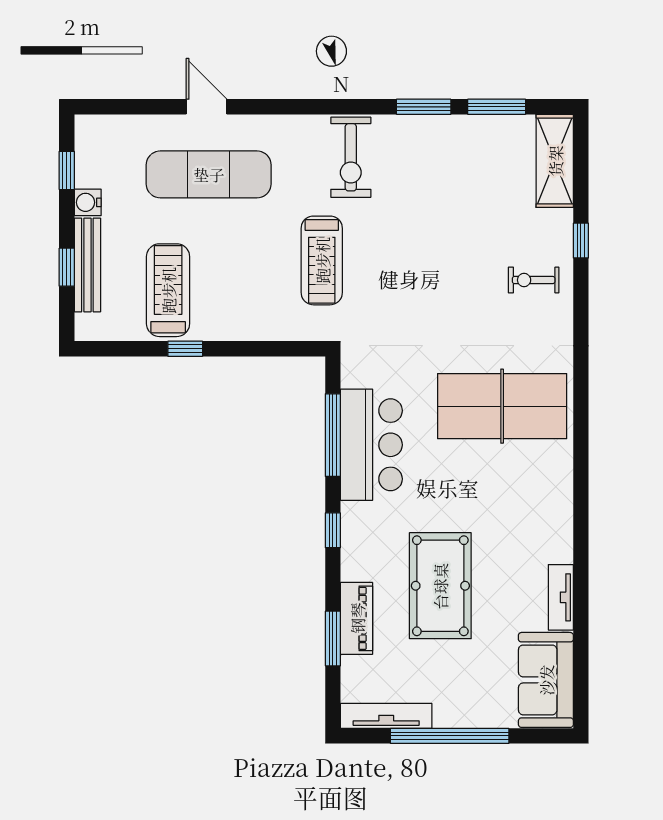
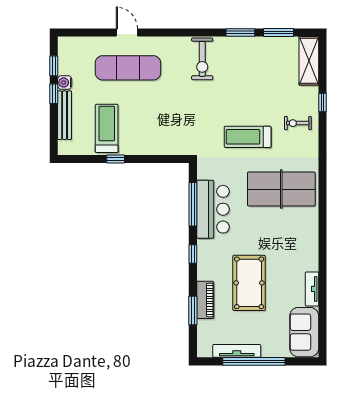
treadmill: (322, 260) -> (248, 137), moved, turned 90
window: (67, 267) -> (54, 94), moved
tv unit: (386, 716) -> (237, 351), moved

